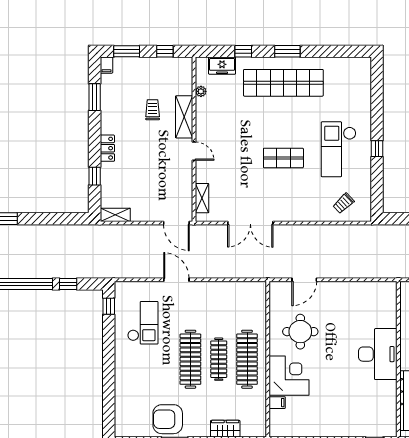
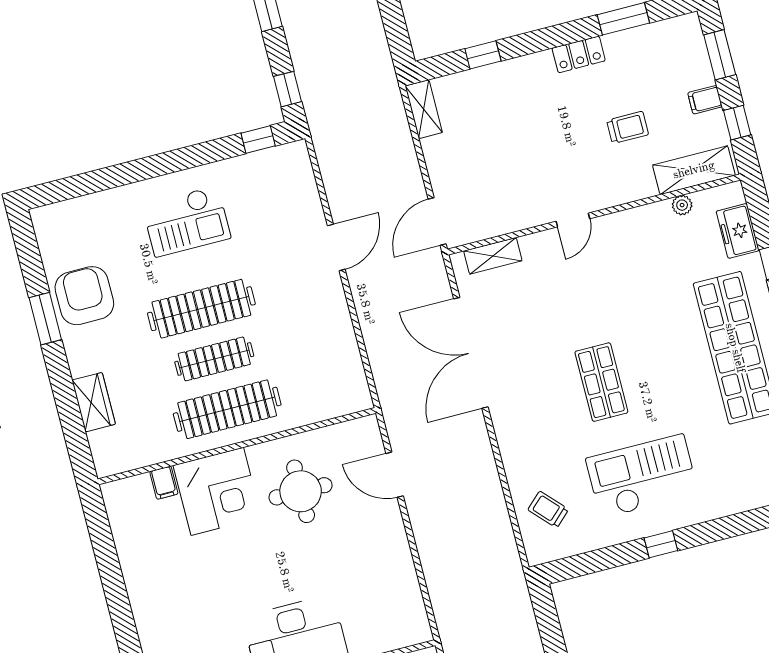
filing cabinet: (106, 65) -> (705, 100), moved
shelving: (184, 117) -> (694, 170), moved
locker: (107, 148) -> (579, 54), moved
double door: (250, 223) -> (471, 353), width x1.36
window: (68, 284) -> (287, 89), moved
checkout: (143, 323) -> (186, 221), moved

